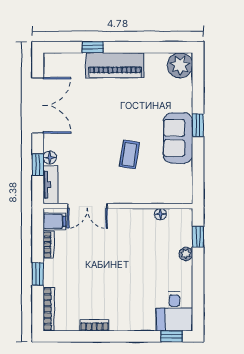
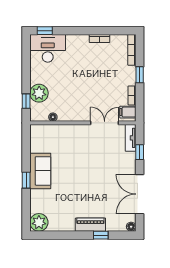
piano: (115, 65) -> (90, 225), width x0.73, depth x0.75
coffee table: (129, 154) -> (75, 159), removed
floor lamp: (50, 158) -> (131, 227), moved
plant: (186, 254) -> (39, 93), width x1.87, depth x1.87
desk: (174, 311) -> (48, 48), width x1.37

